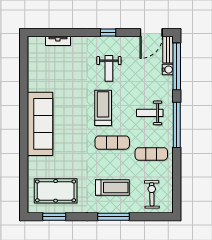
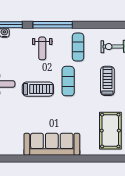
treadmill: (103, 108) -> (38, 89), turned 180

